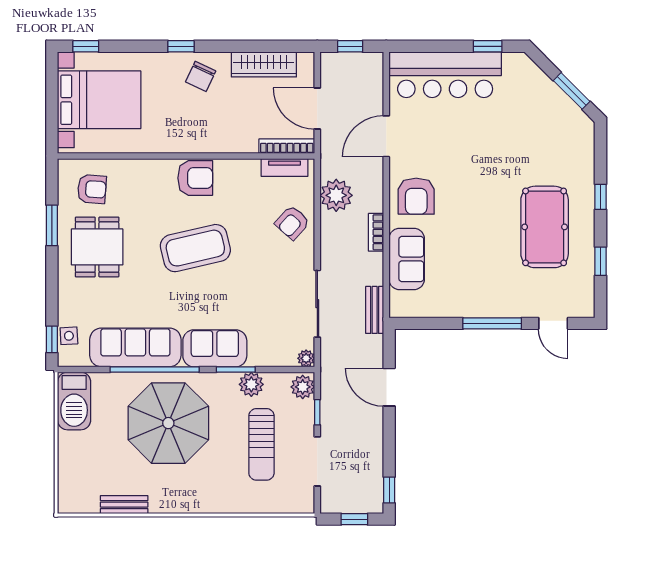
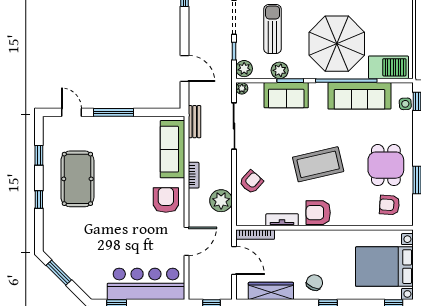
tv unit: (284, 168) -> (282, 220), moved
sofa: (407, 259) -> (172, 149), width x1.36
sofa: (215, 348) -> (286, 95), moved
barbecue: (74, 401) -> (388, 67), moved, turned 90

